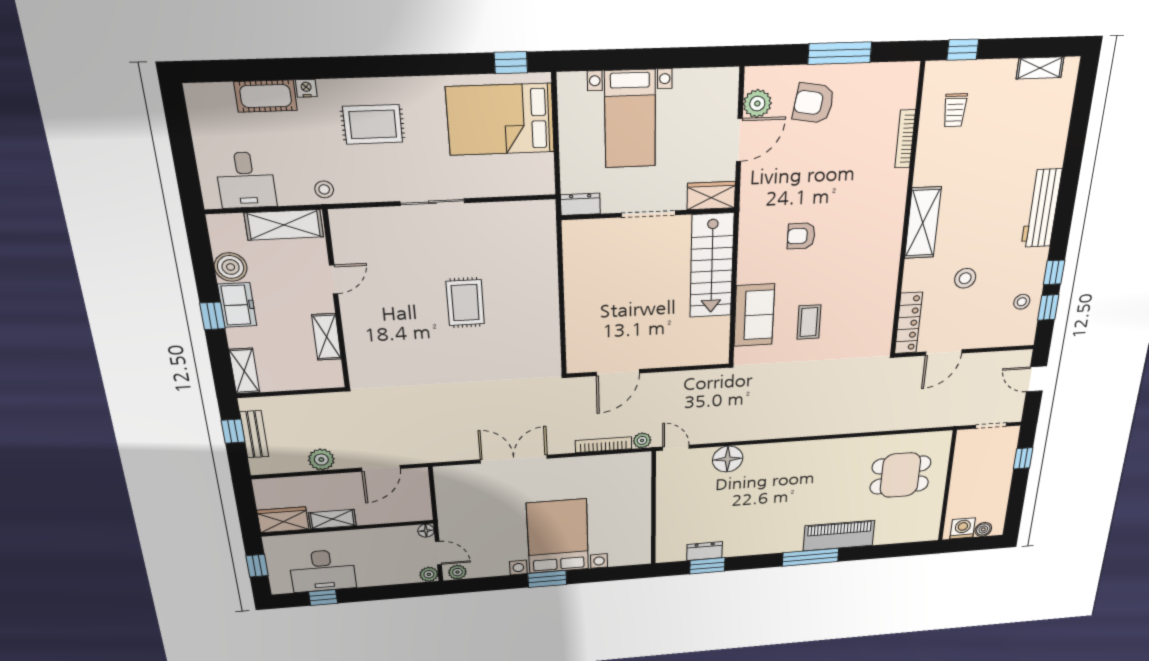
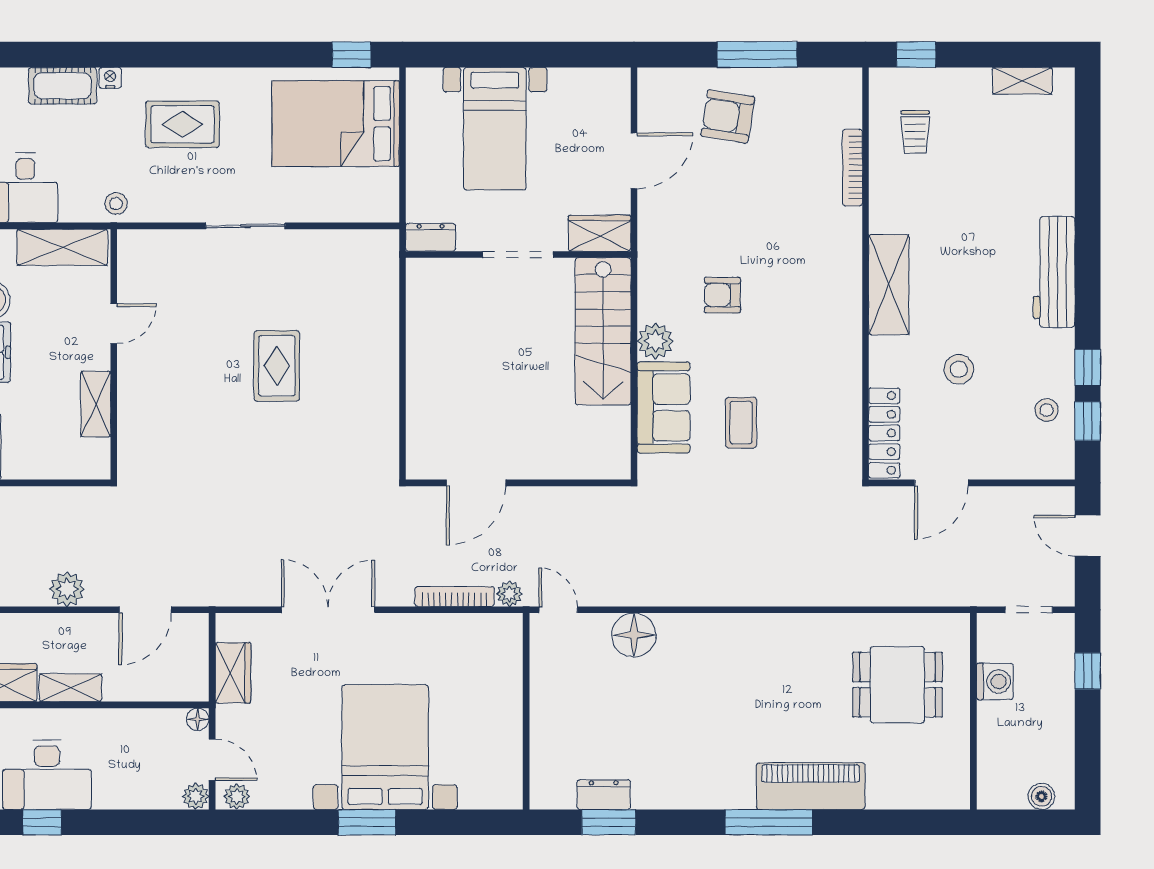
plant: (757, 104) -> (655, 341), moved
wardrobe: (448, 502) -> (233, 673), added
washing machine: (963, 528) -> (995, 682), moved, turned 90

